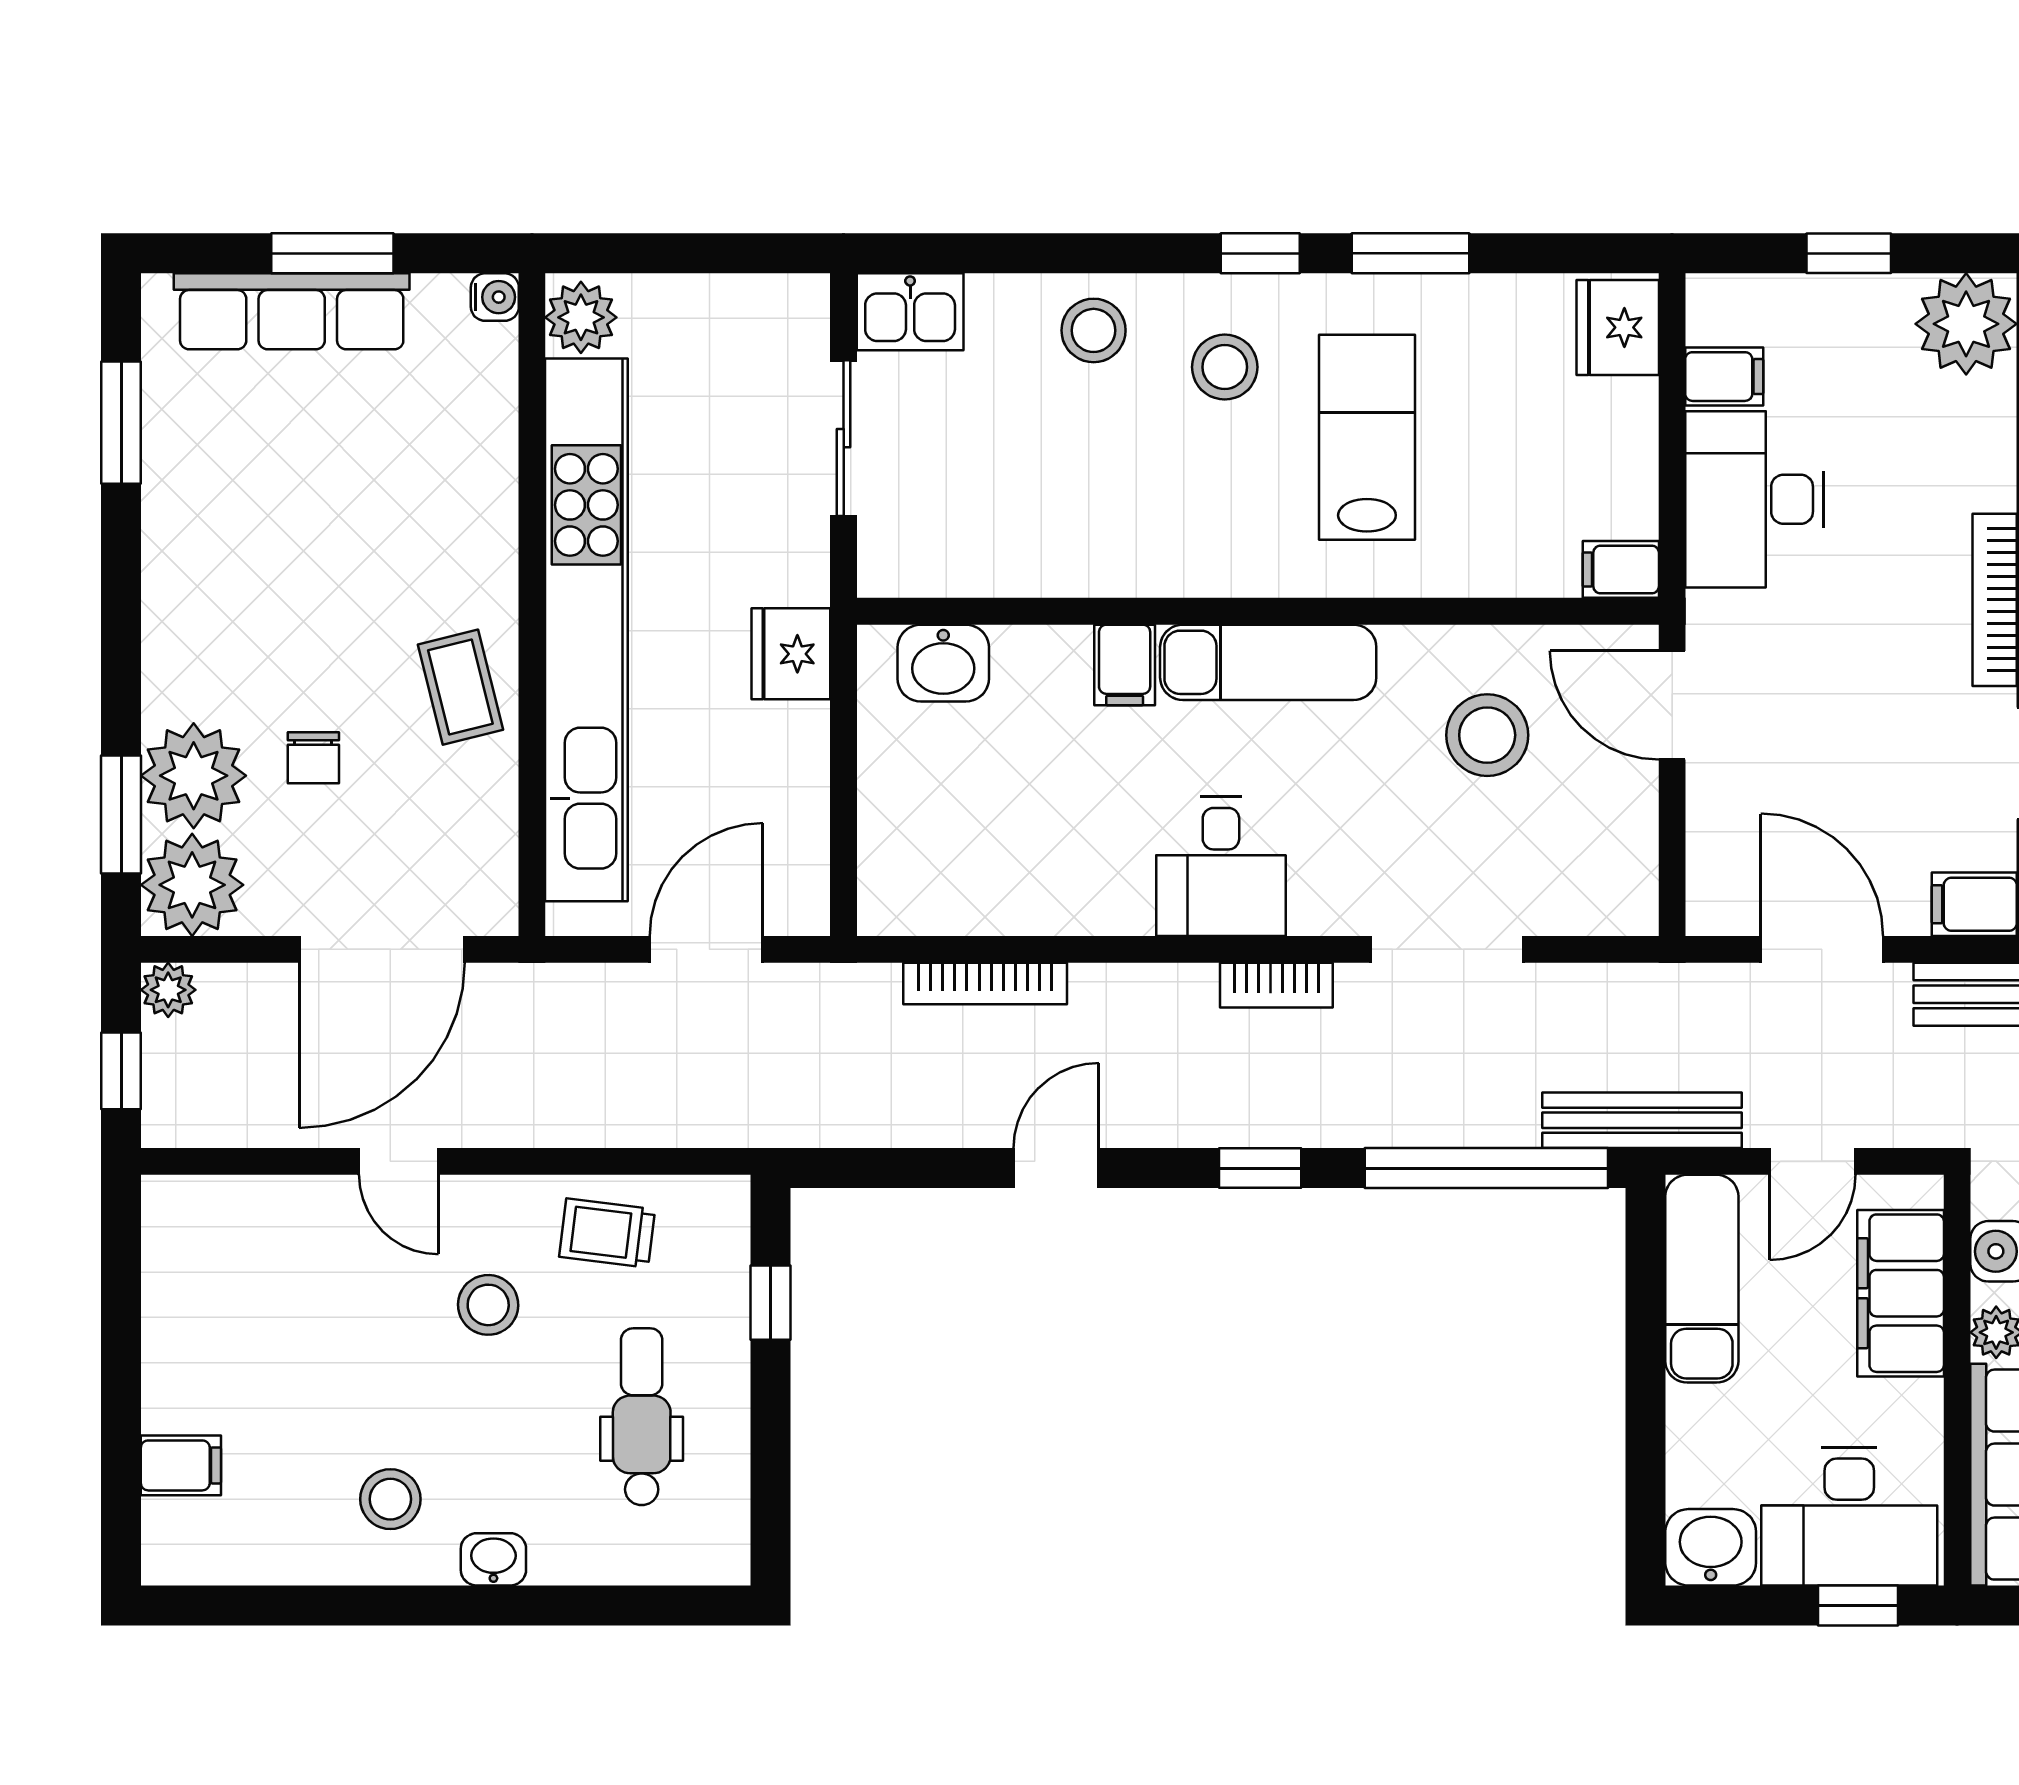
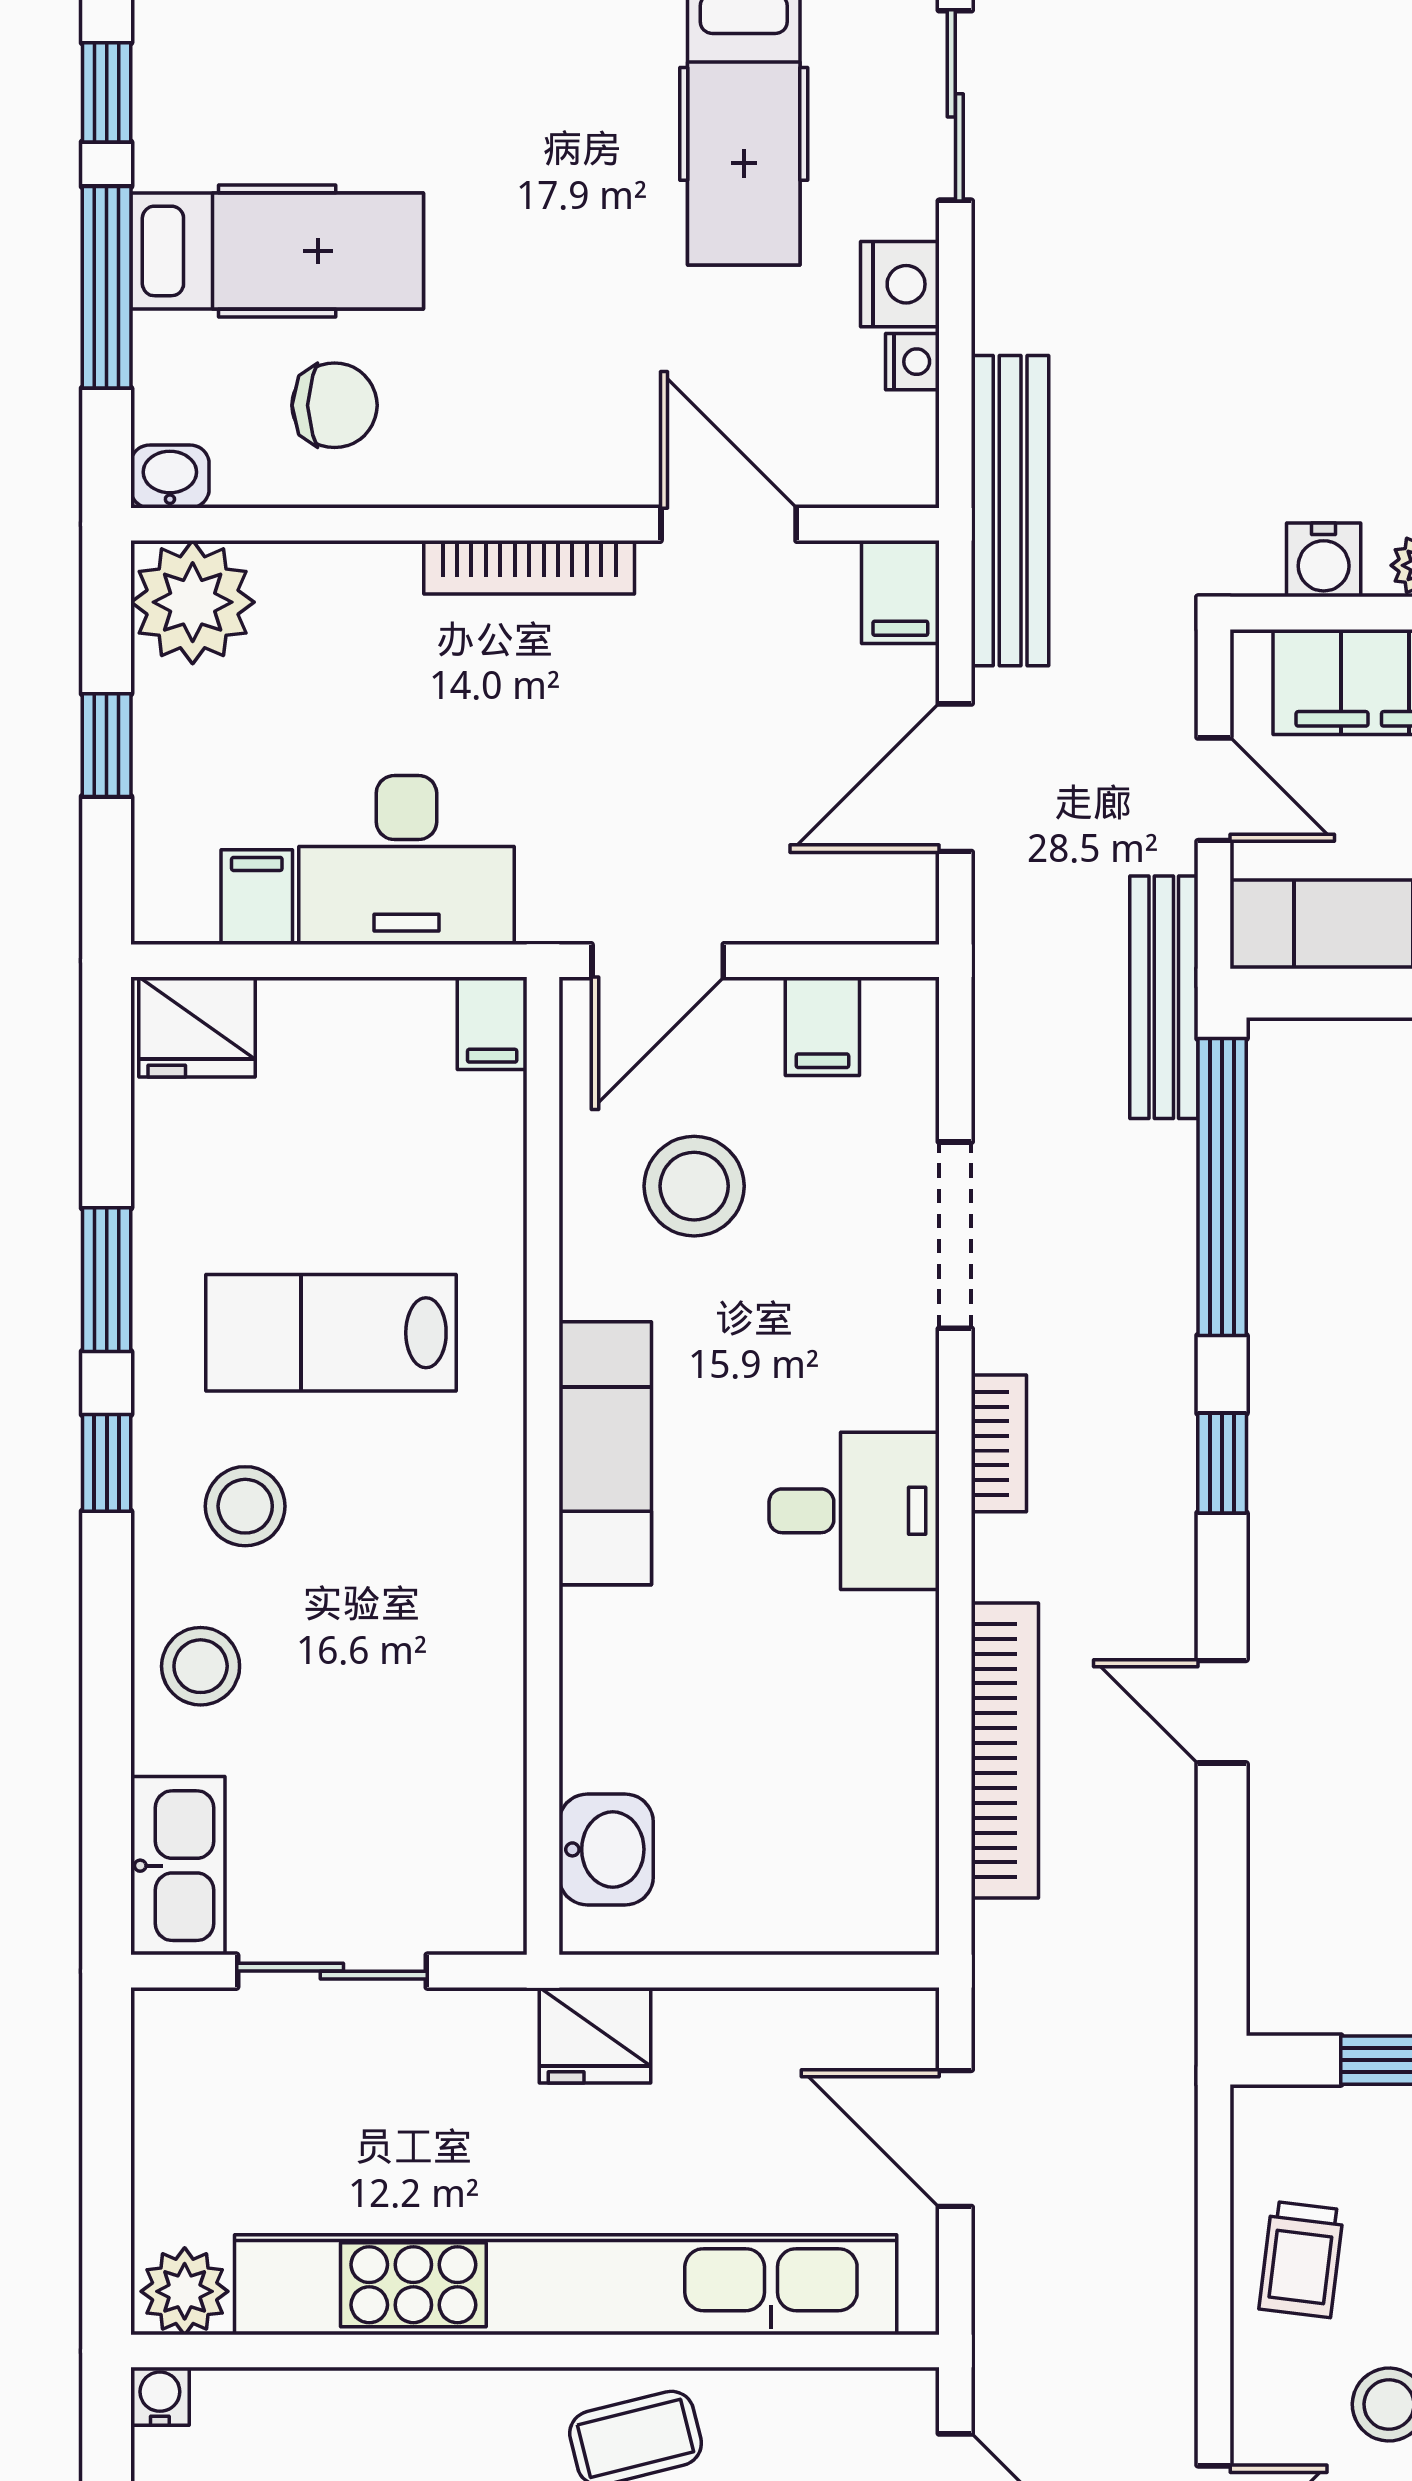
kitchen sink: (910, 312) -> (178, 1866), width x1.38
filing cabinet: (1125, 665) -> (822, 1026), moved, turned 90
bookcase: (985, 983) -> (1005, 1751), width x1.48, depth x1.31

